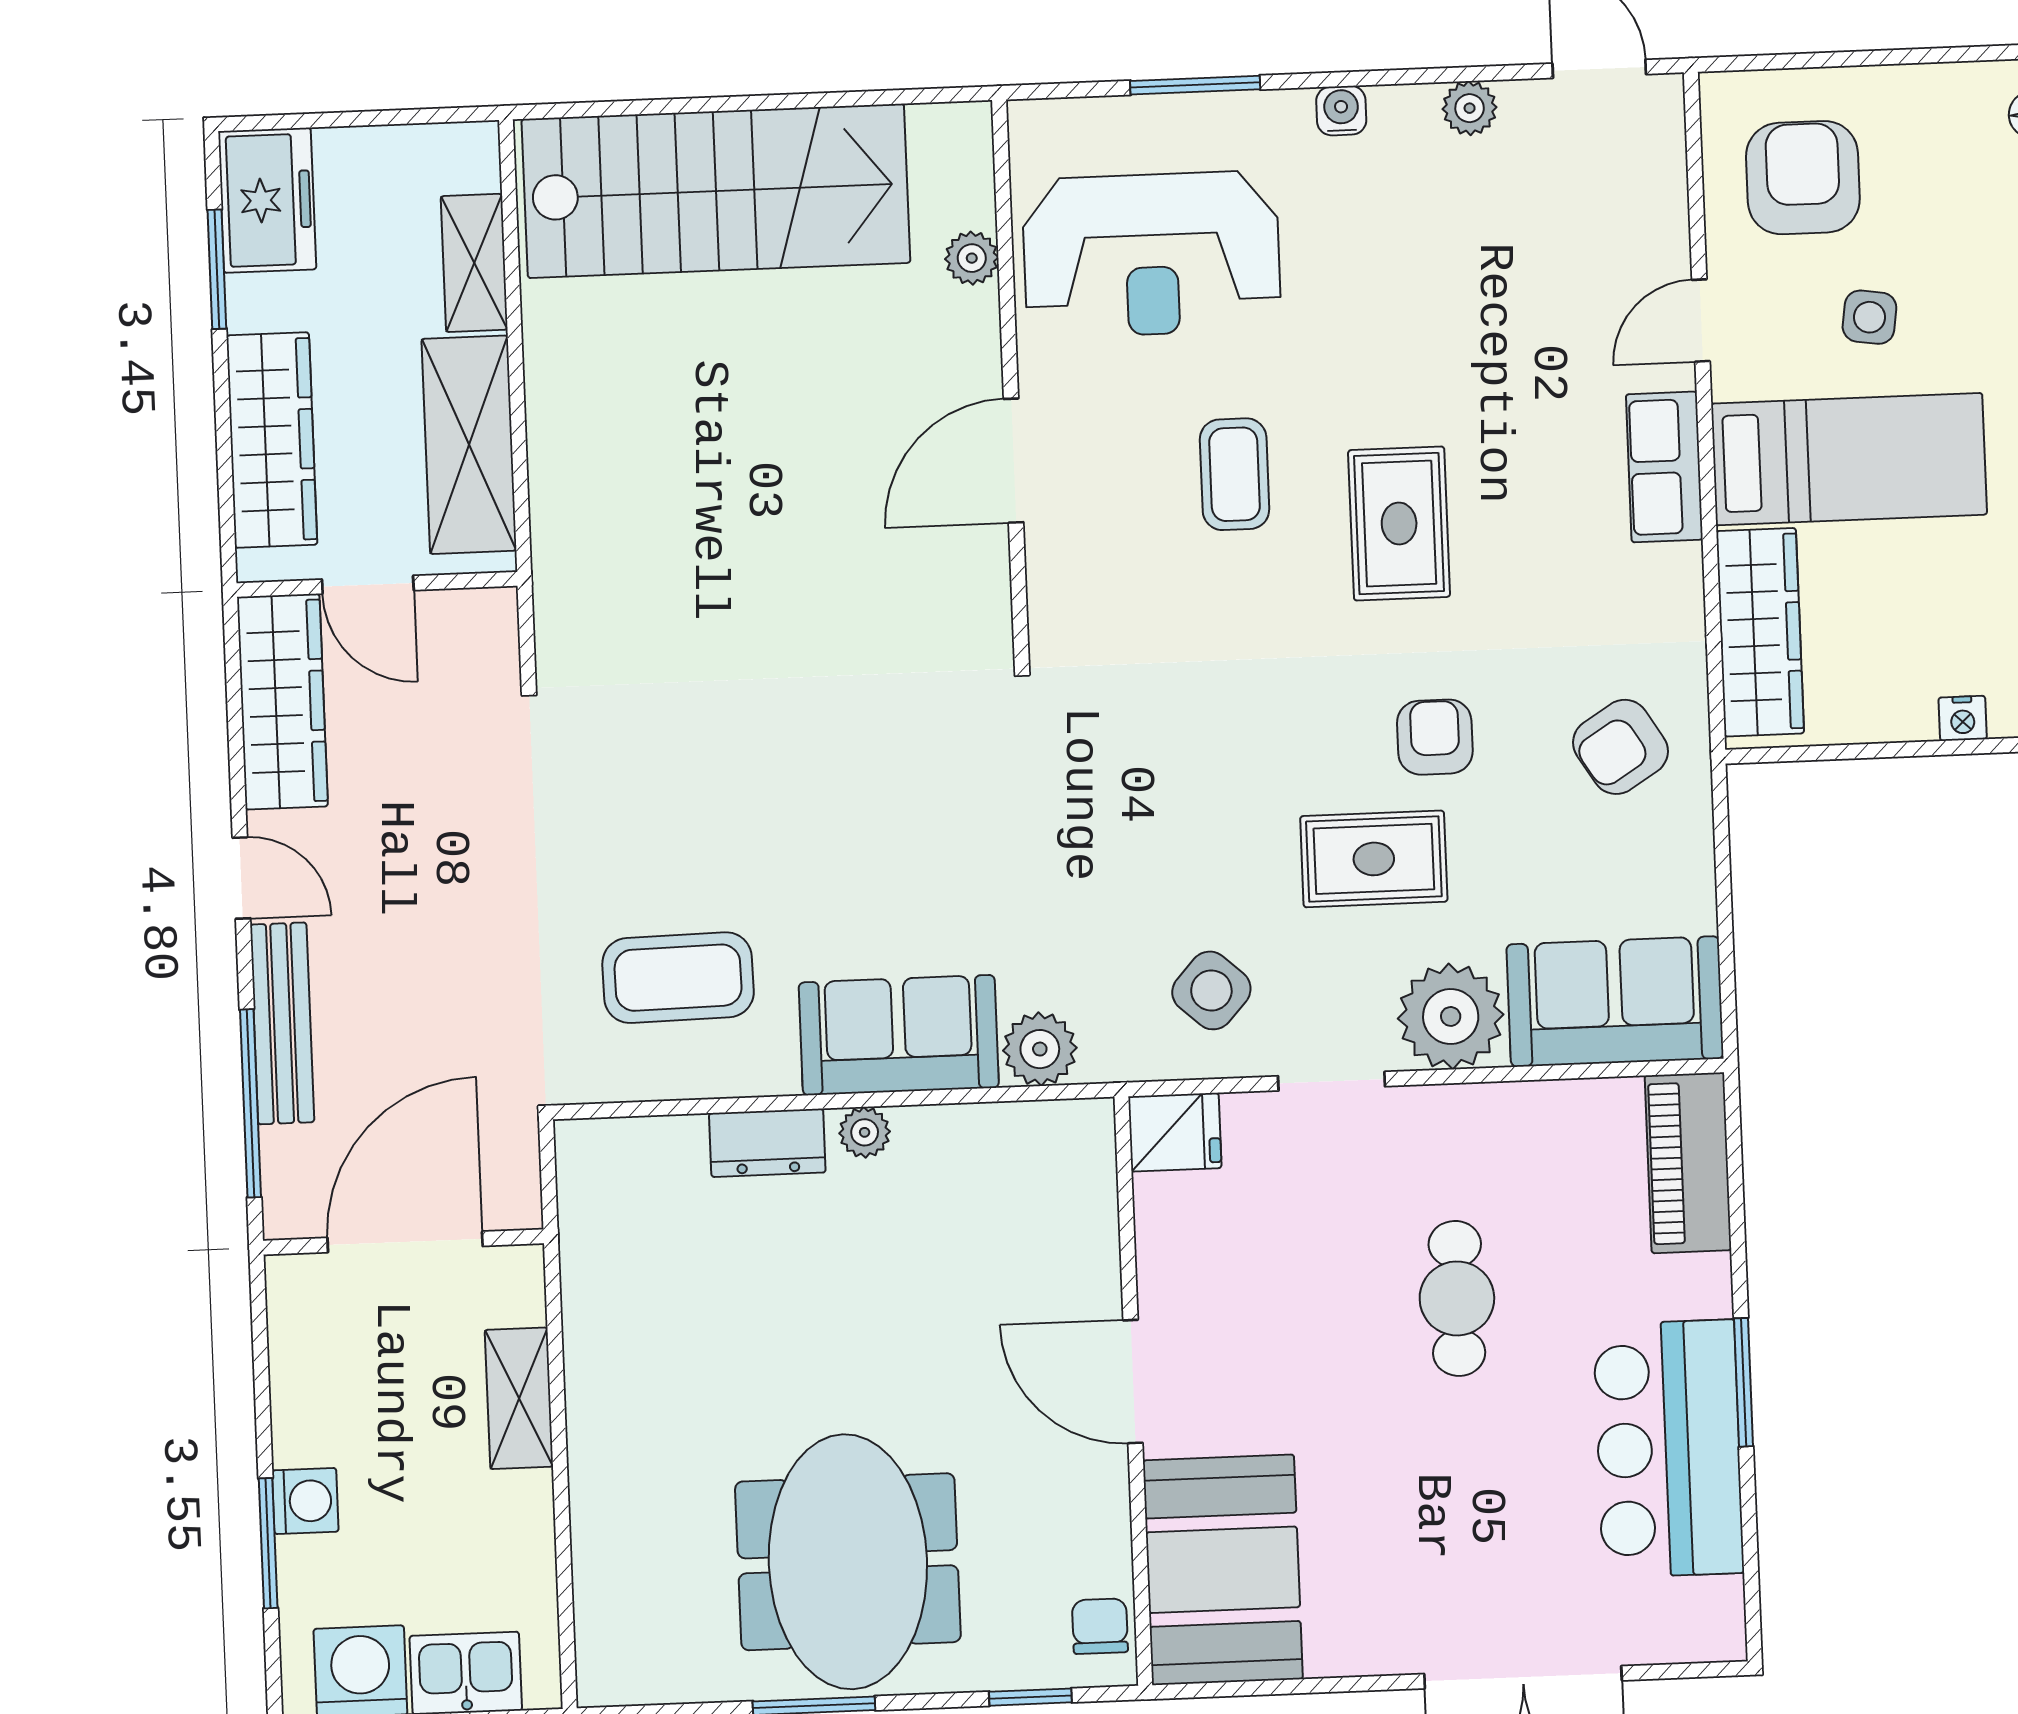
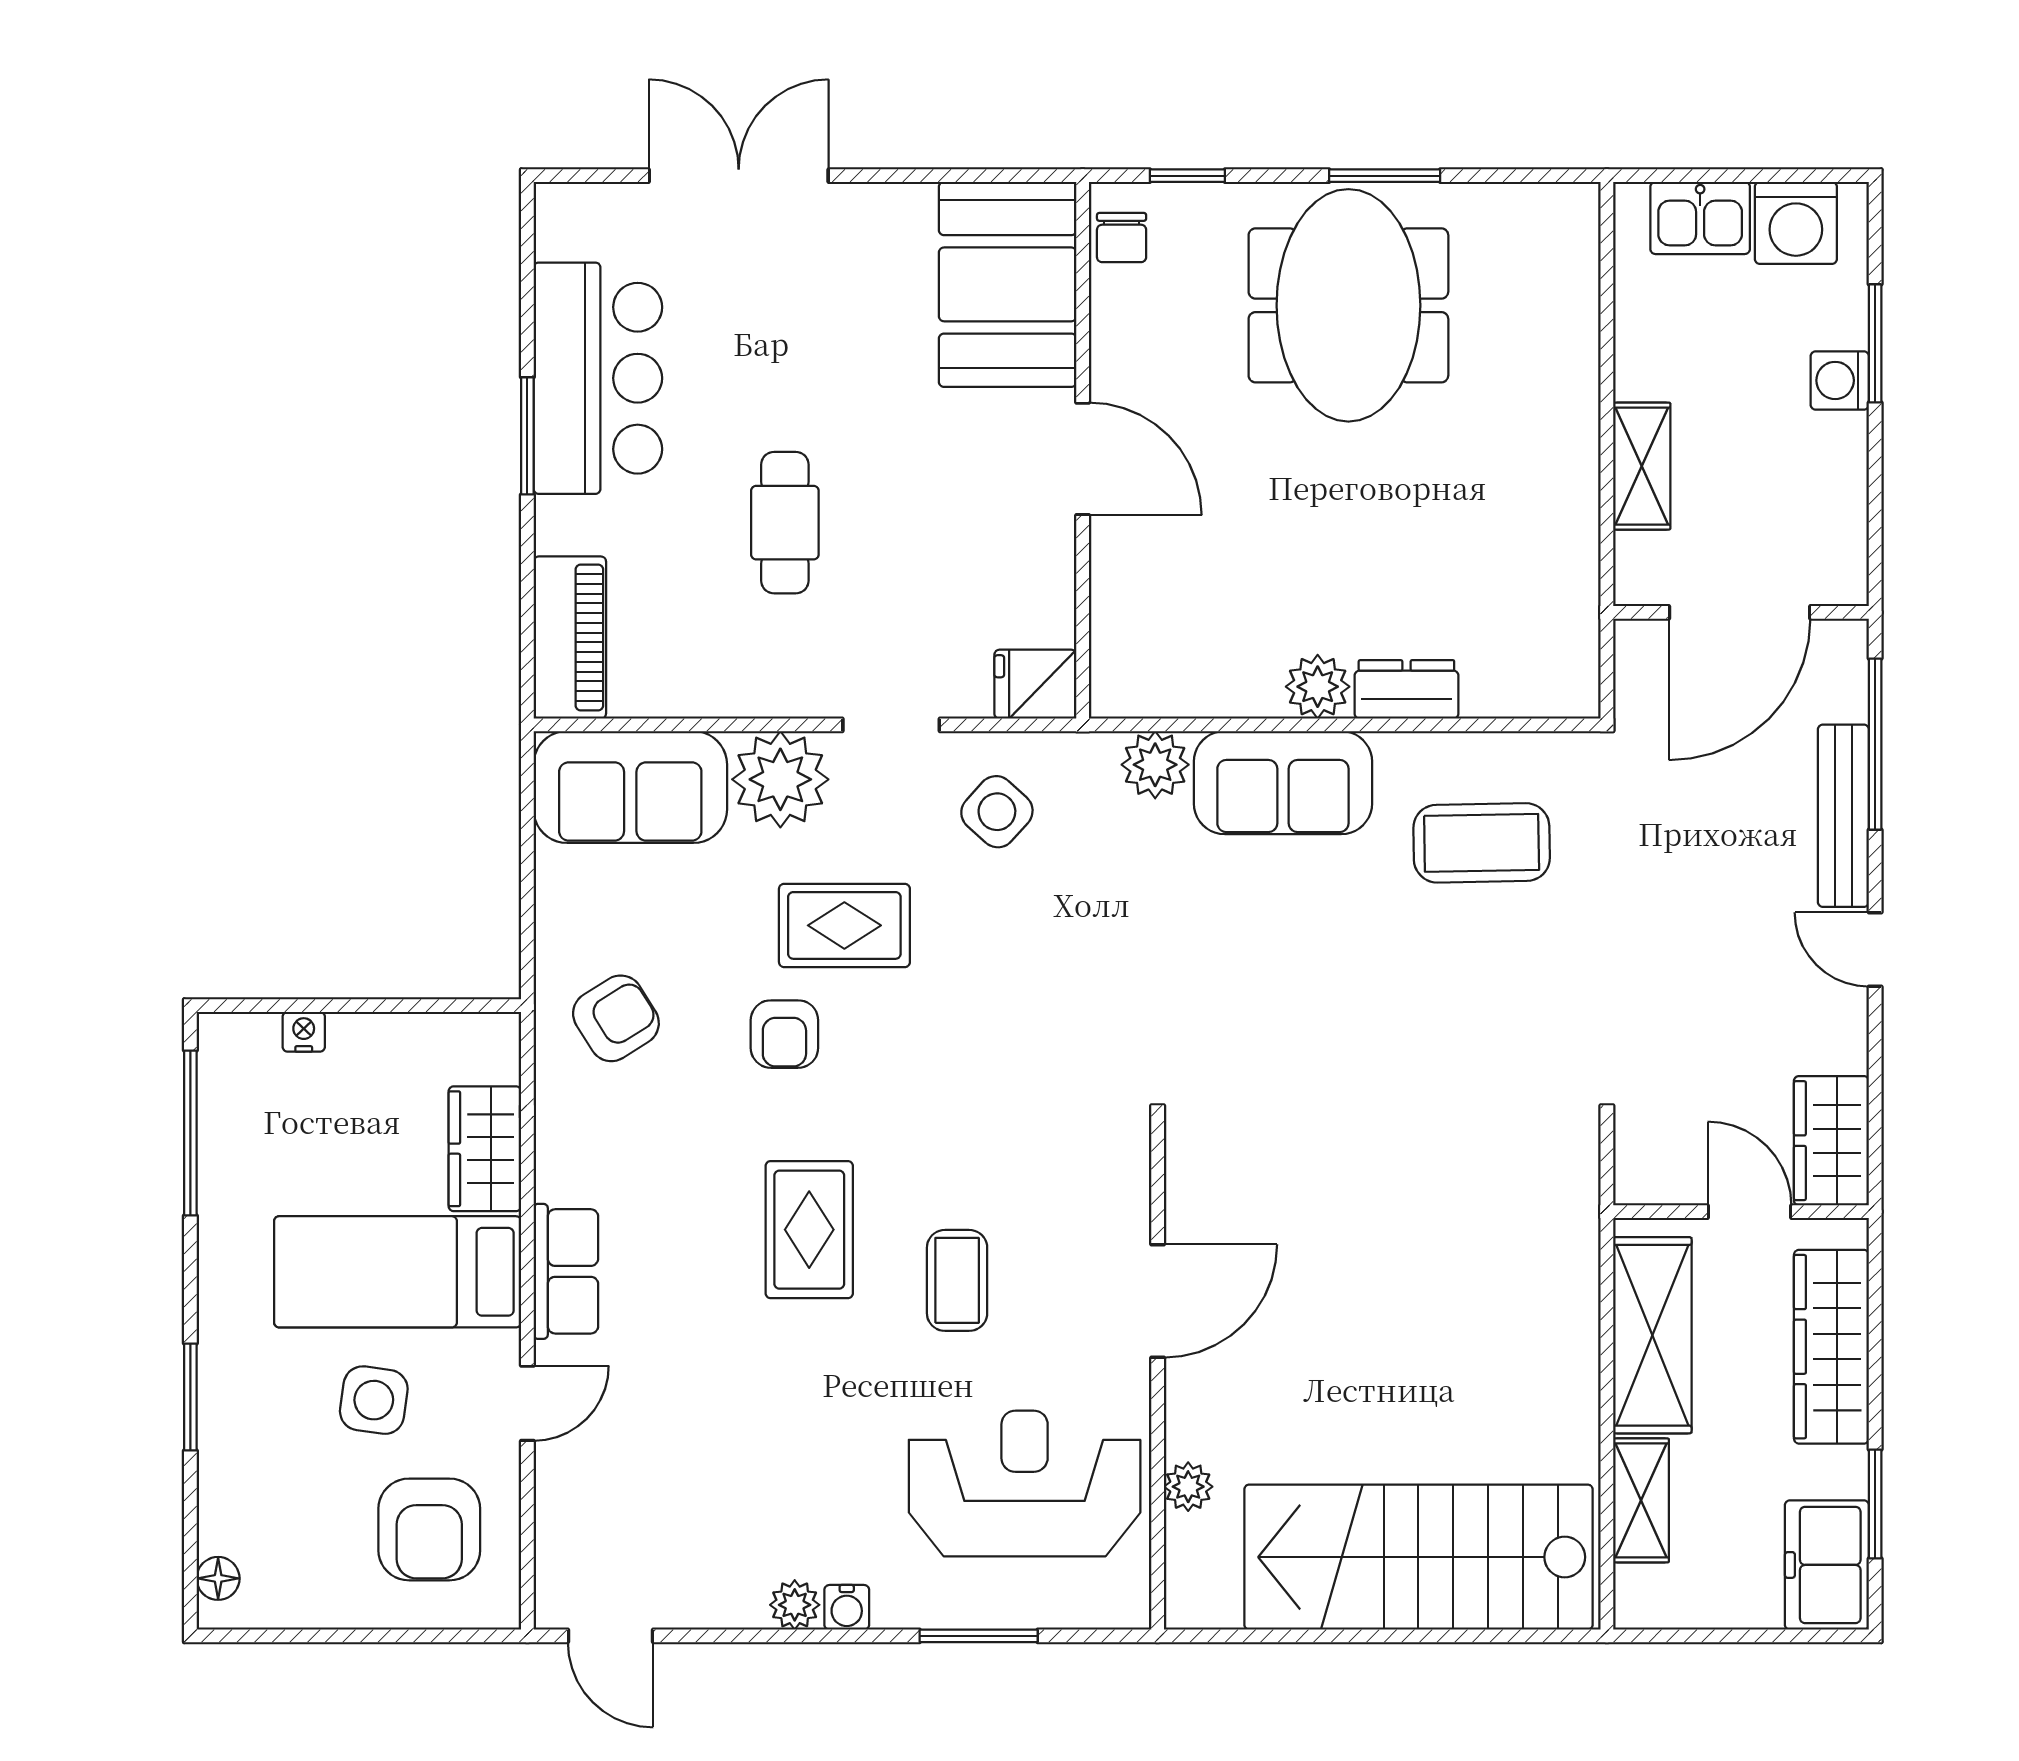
plant: (1470, 108) -> (795, 1605), moved
side table: (1869, 317) -> (374, 1400), width x1.37, depth x1.37
wardrobe: (1760, 632) -> (485, 1149), width x0.67
wardrobe: (282, 702) -> (1831, 1141), width x0.67
plant: (865, 1132) -> (1318, 687), width x1.38, depth x1.38

